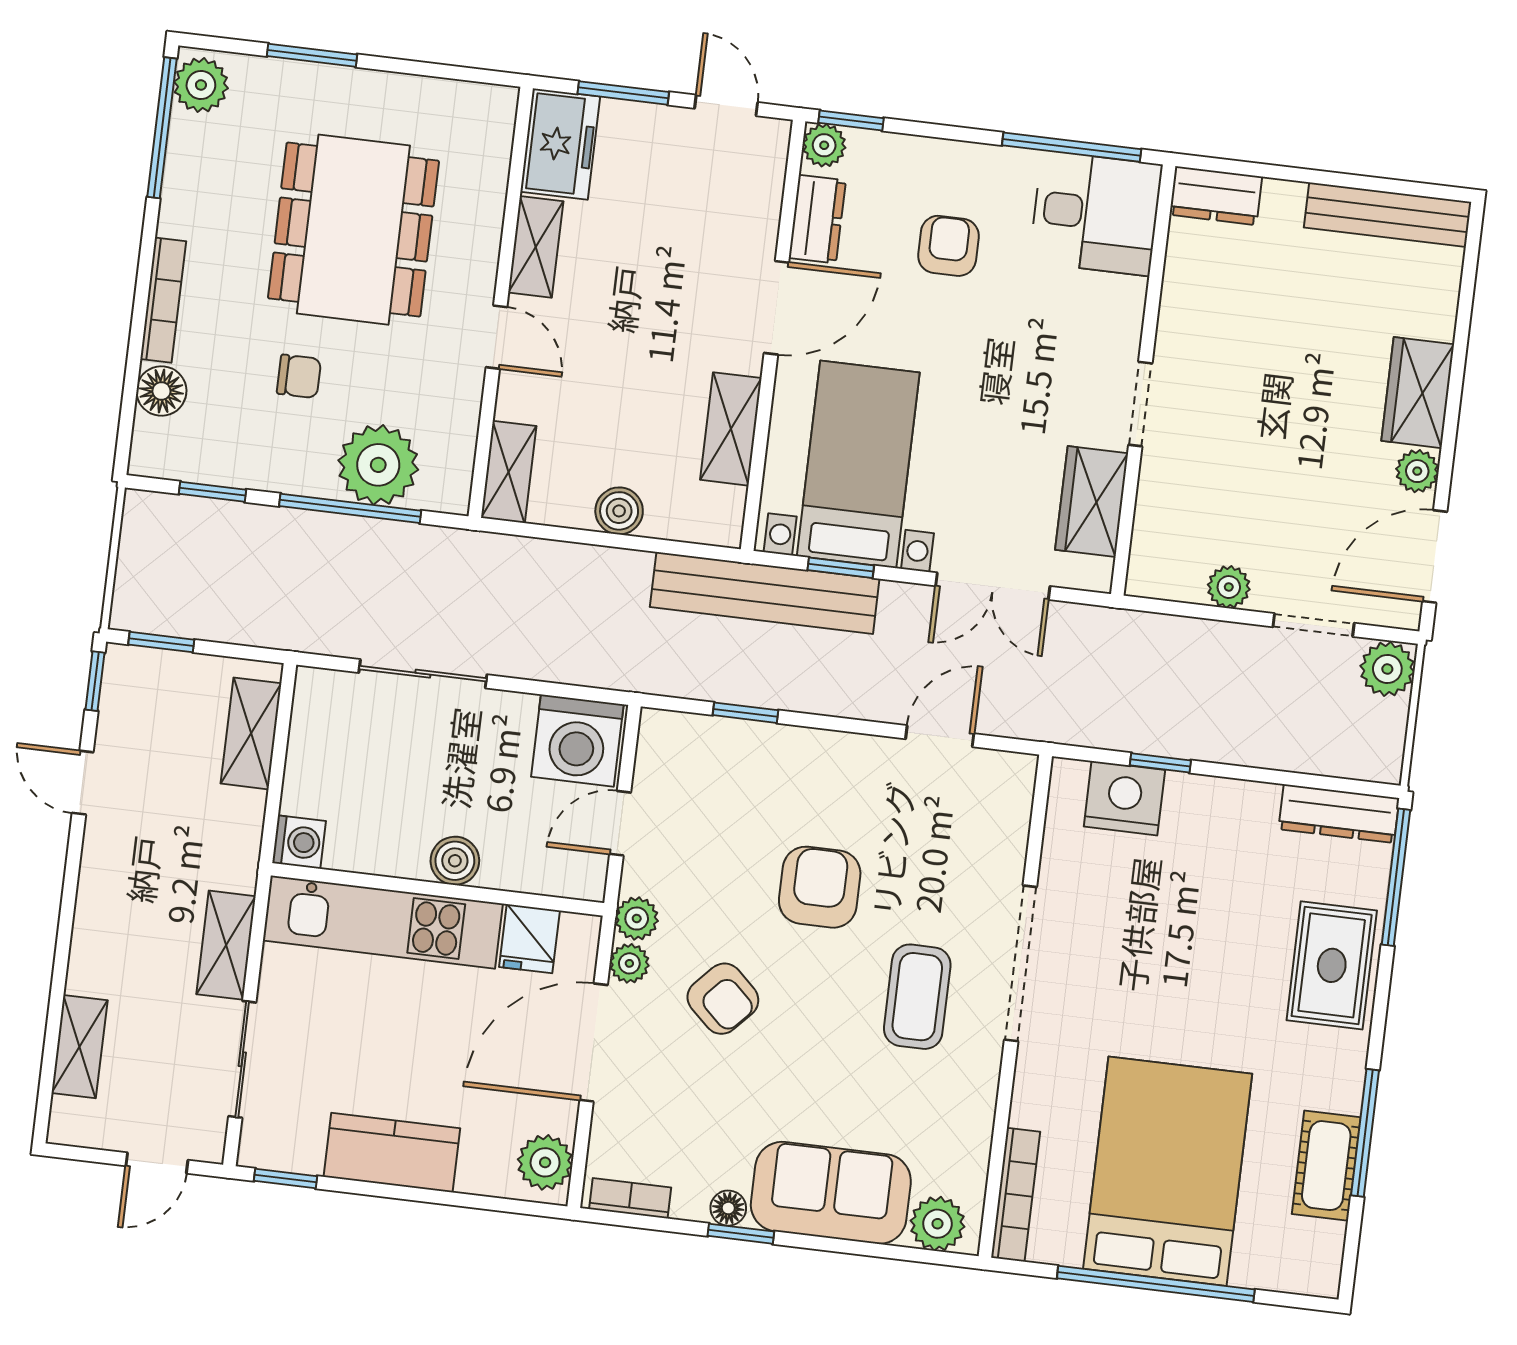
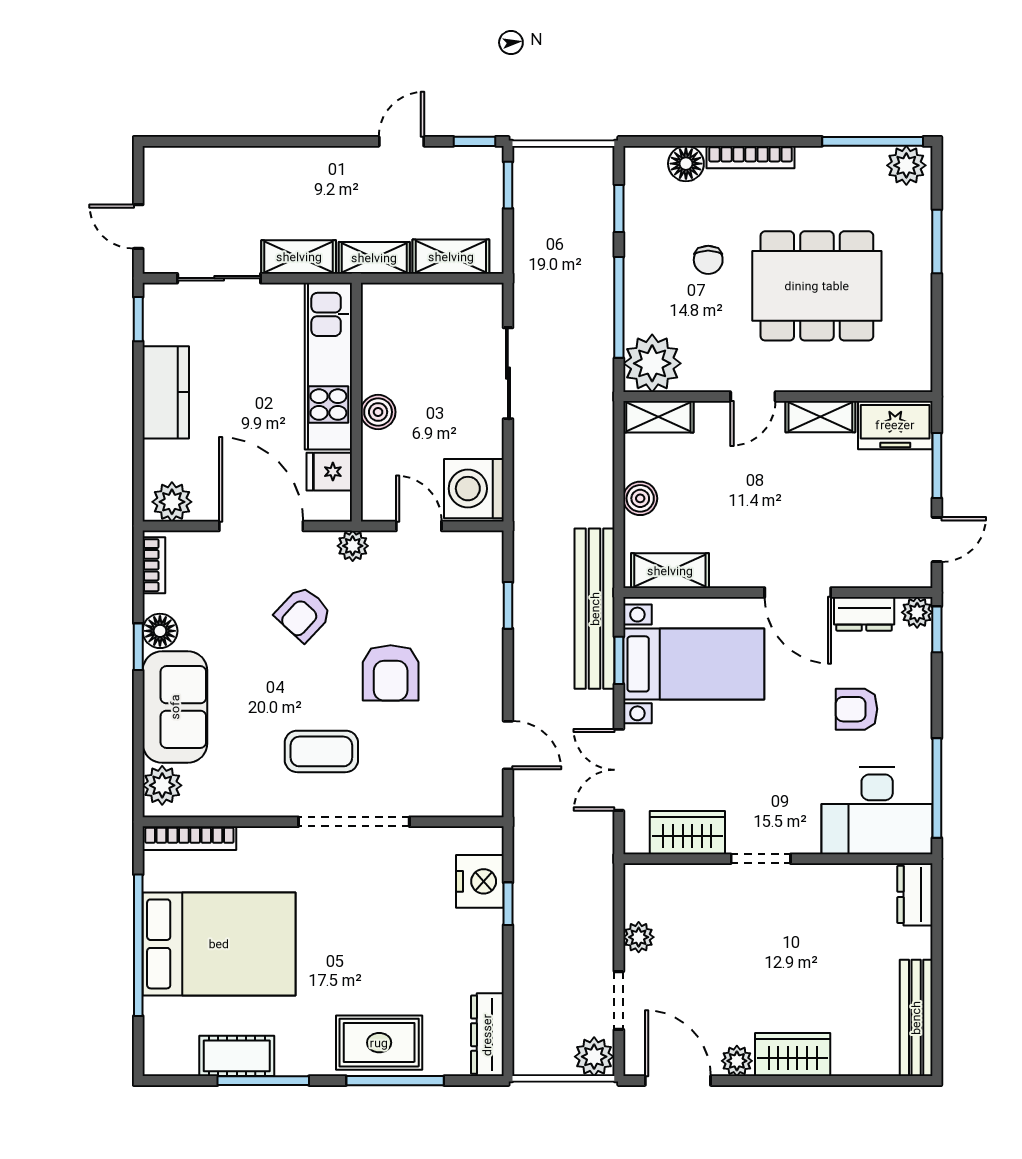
desk: (1096, 213) -> (877, 811), width x1.37
armchair: (948, 246) -> (856, 709), turned 180
shelving: (731, 429) -> (670, 571), moved
plant: (378, 465) -> (652, 363), moved
washing machine: (299, 842) -> (378, 300), removed
window: (1396, 877) -> (395, 1081), moved
armchair: (820, 887) -> (391, 673), turned 90
plant: (629, 963) -> (320, 544), removed
shelving: (79, 1047) -> (374, 258), moved
floor lamp: (728, 1208) -> (160, 631), width x1.37, depth x1.37

